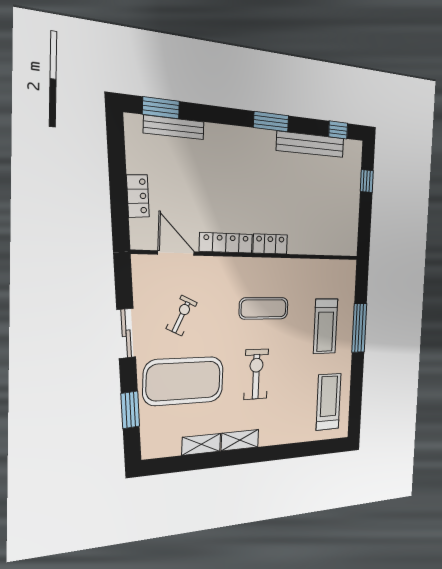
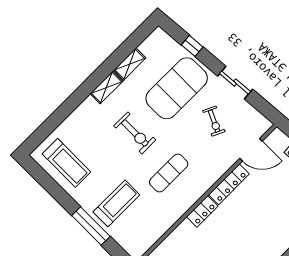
treadmill: (325, 326) -> (116, 203), turned 90
window: (130, 410) -> (192, 46), width x0.67

